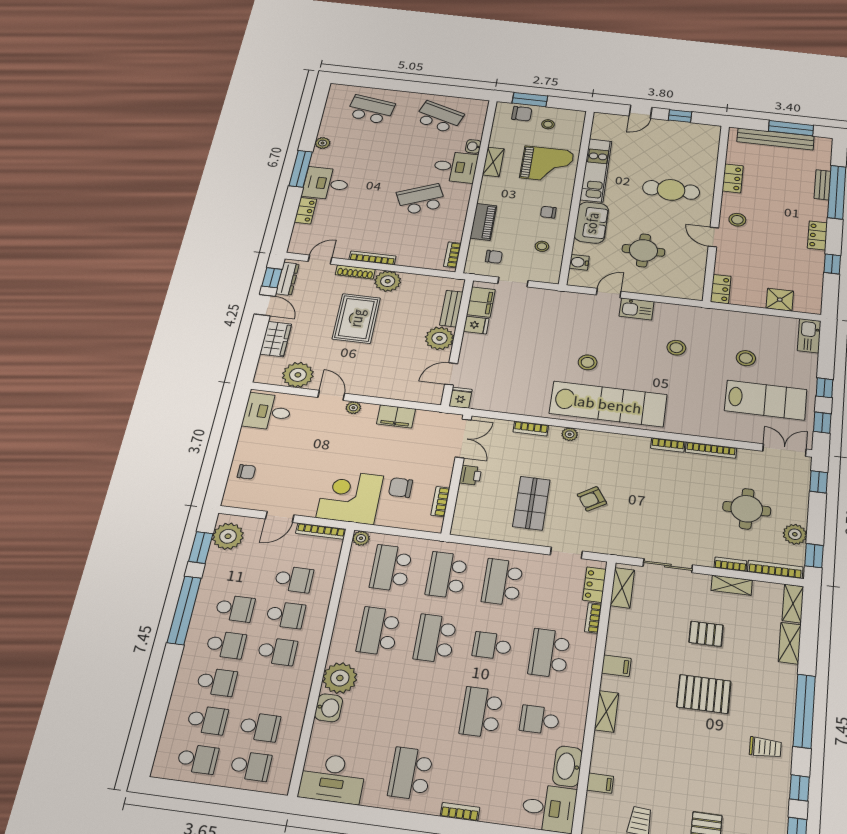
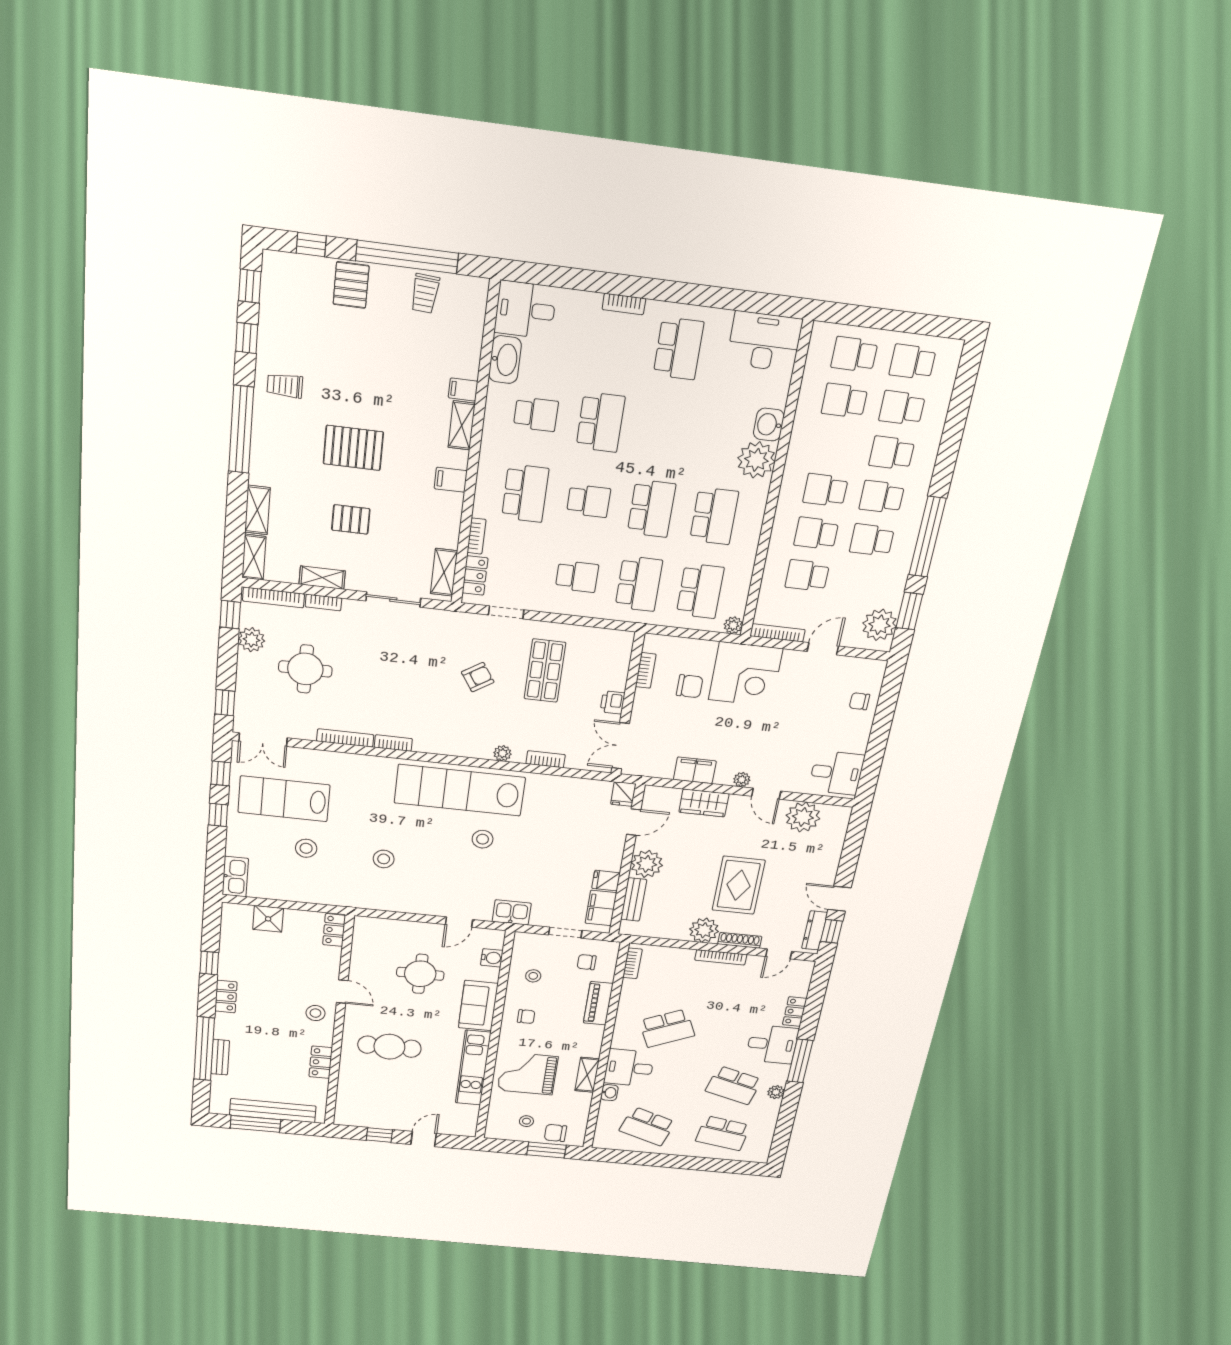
school desk: (361, 150) -> (734, 1085), added
kitchen sink: (637, 309) -> (512, 912), moved
wardrobe: (276, 339) -> (704, 803), moved, turned -90
school desk: (502, 582) -> (577, 577), width x0.54
filing cabinet: (600, 783) -> (463, 390), moved

